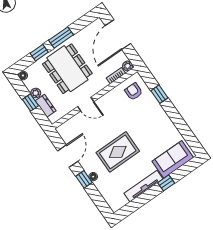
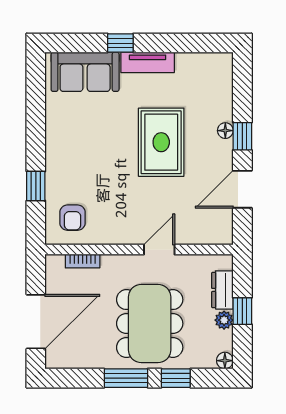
plant: (128, 66) -> (54, 263), removed
door: (86, 104) -> (159, 250), hinge flipped
rug: (118, 152) -> (161, 142), turned 90
tv unit: (143, 186) -> (148, 62), width x0.71

